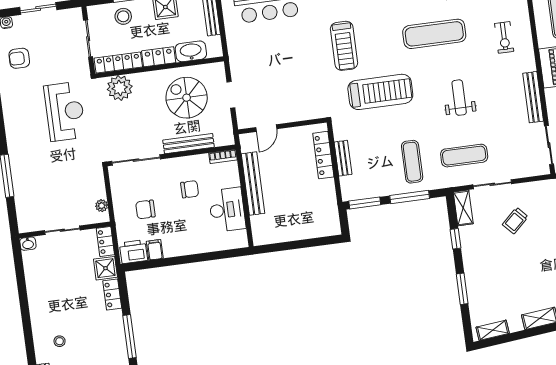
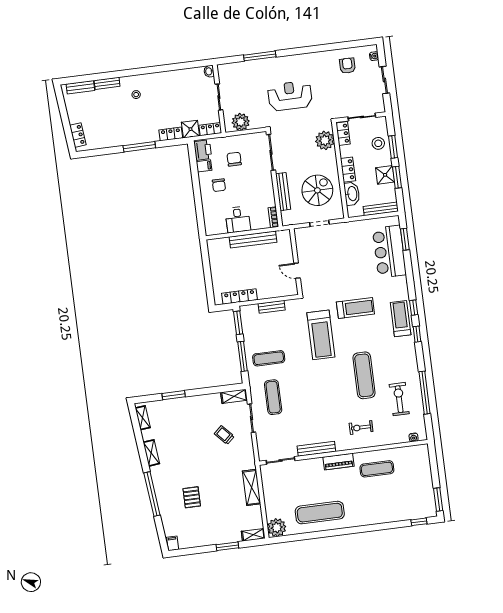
treadmill: (344, 46) -> (355, 308), turned 180
locker: (118, 63) -> (343, 134), width x0.66
weight bench: (459, 98) -> (316, 394), removed
reception desk: (65, 111) -> (290, 96), moved, turned 180
door: (266, 128) -> (297, 271), moved
locker: (323, 155) -> (239, 297), moved
chair: (190, 189) -> (219, 185), moved
plant: (102, 206) -> (241, 122), width x1.87, depth x1.87
desk: (227, 210) -> (238, 220), width x0.73
window: (455, 239) -> (211, 390), removed

